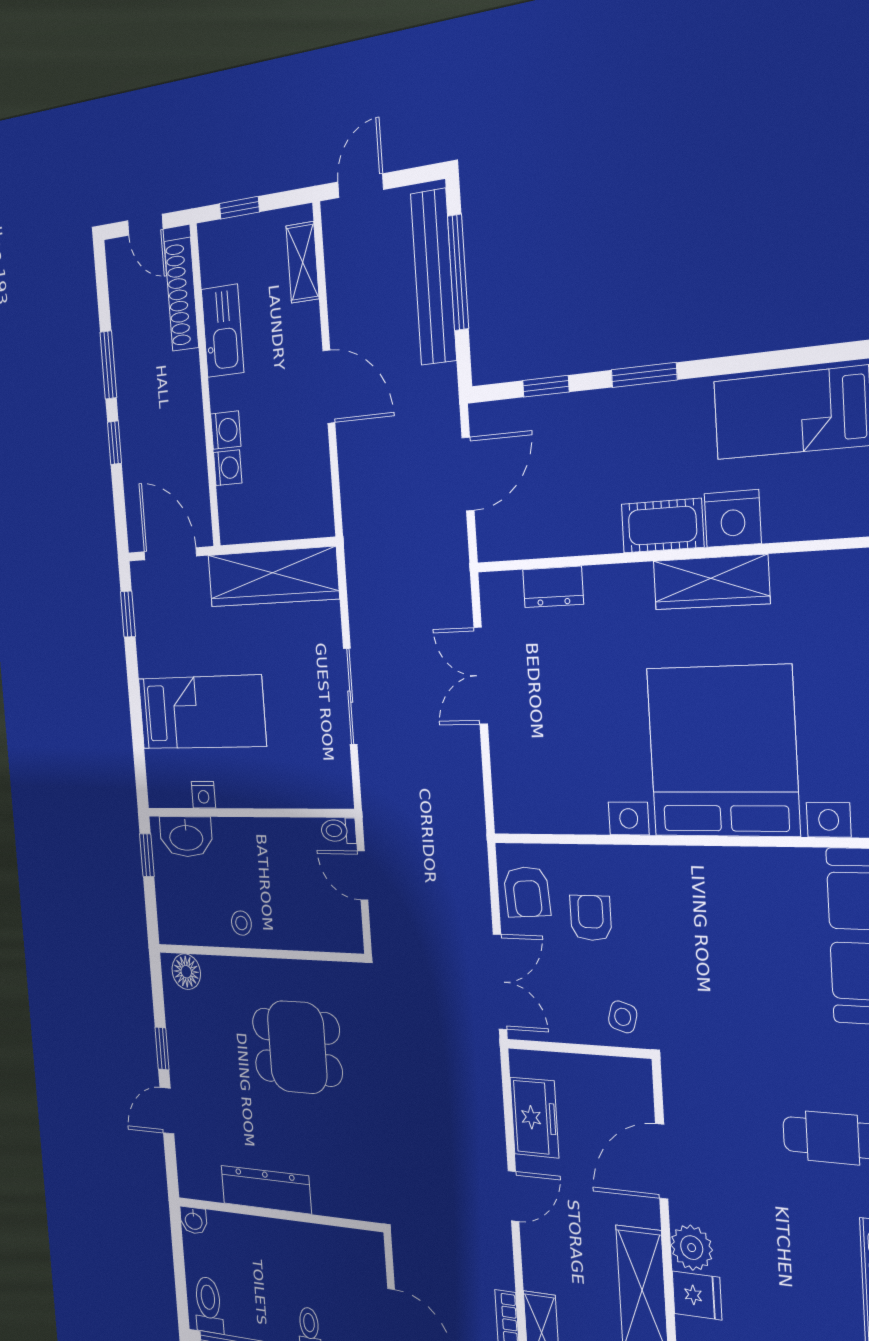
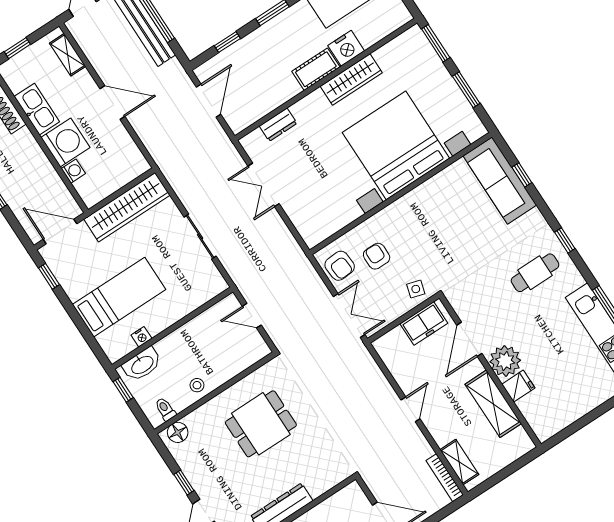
washing machine: (226, 430) -> (65, 142), width x1.89, depth x1.89
toilet: (339, 831) -> (165, 409), moved, turned 90
freezer: (534, 1118) -> (424, 323), moved, turned 90
plant: (692, 1248) -> (505, 361), width x1.36, depth x1.36

